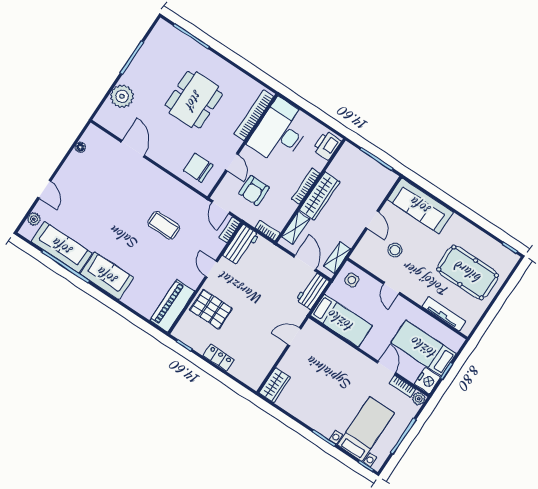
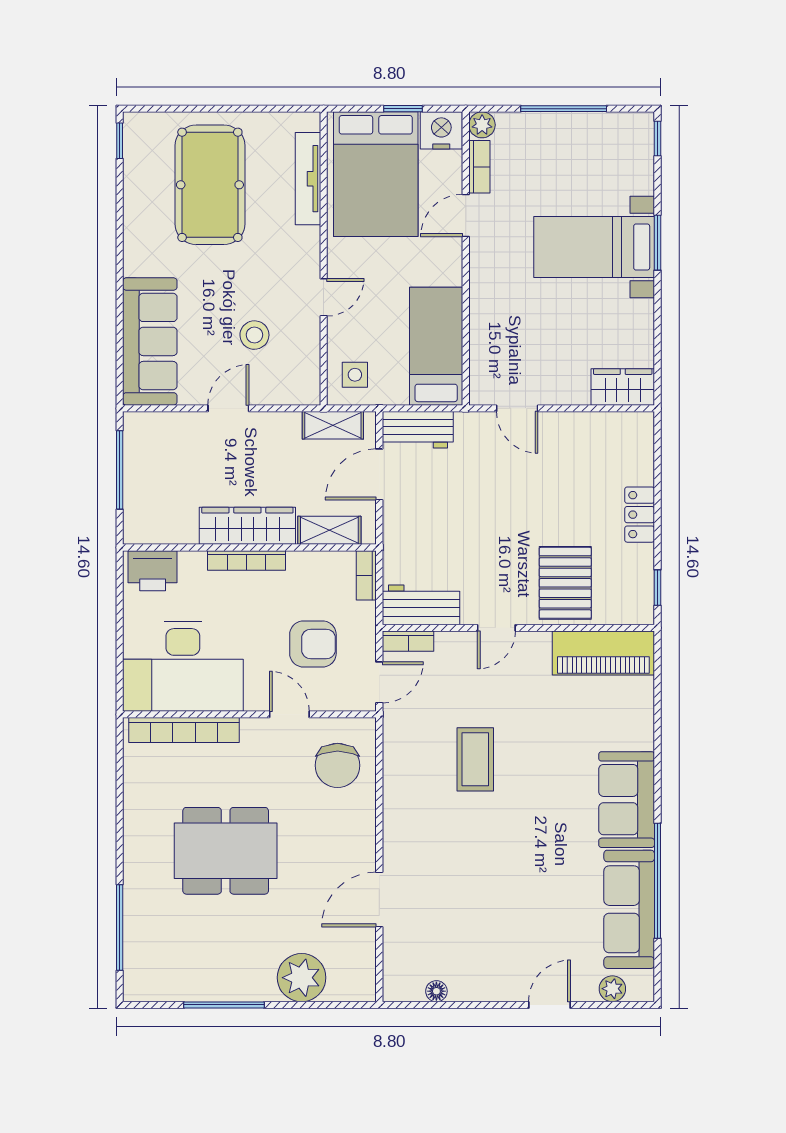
door: (232, 162) -> (289, 714), hinge flipped
bed: (424, 348) -> (376, 174), width x1.50
bed with nightstands: (366, 429) -> (594, 247), moved

